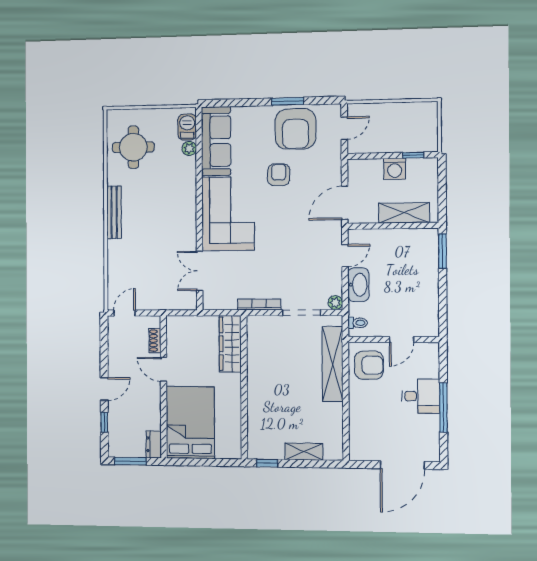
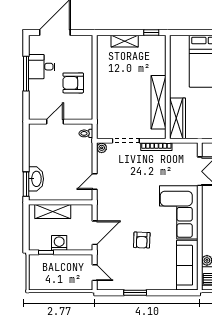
door: (344, 128) -> (95, 273), swing flipped
armchair: (295, 129) -> (129, 273), removed
door: (345, 203) -> (95, 233), moved
washbasin: (358, 285) -> (36, 179), moved, turned 180
shelving: (333, 364) -> (158, 102), moved
armchair: (369, 365) -> (73, 83), moved
desk: (421, 396) -> (42, 67), moved

